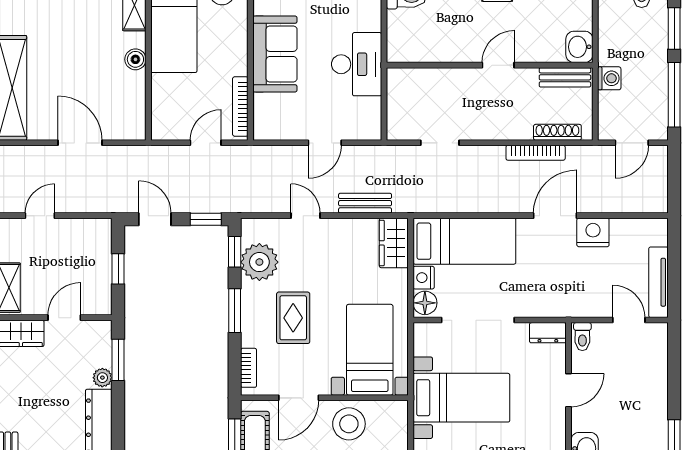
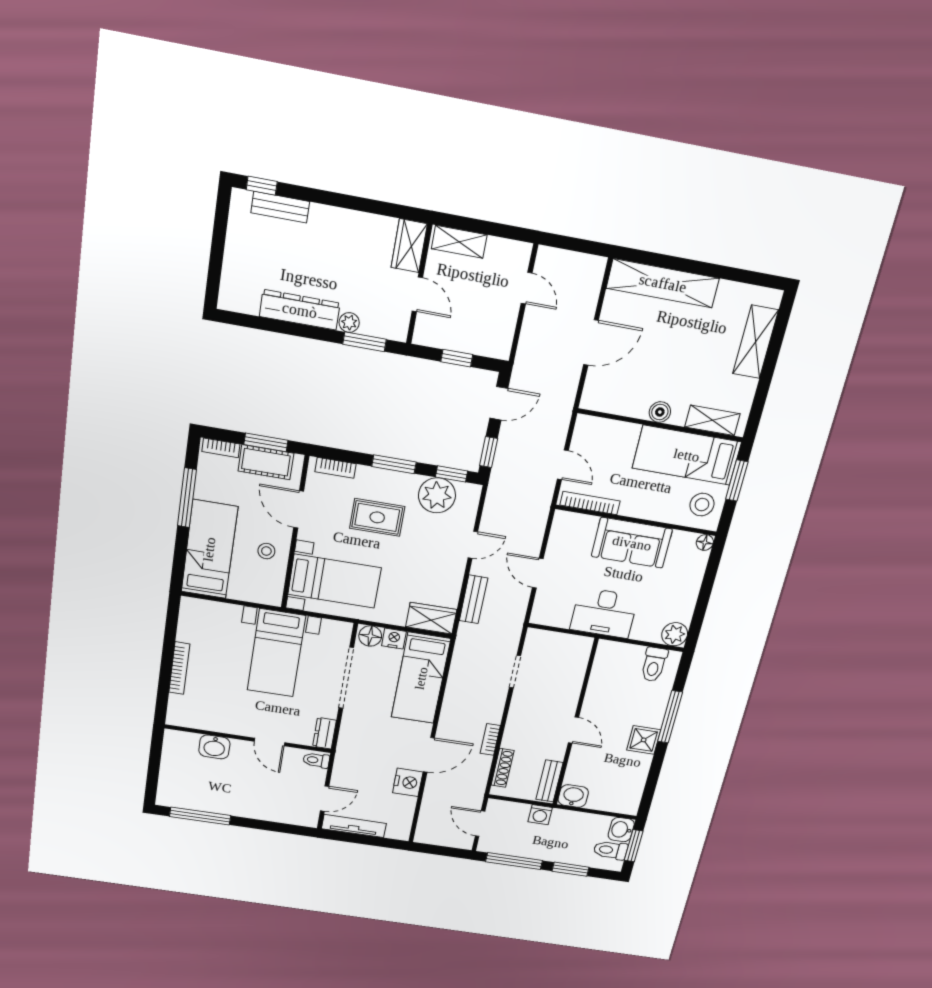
bookcase: (536, 153) -> (490, 739), width x0.64
door: (555, 216) -> (429, 755), hinge flipped
stool: (349, 424) -> (266, 551), width x0.53, depth x0.53

